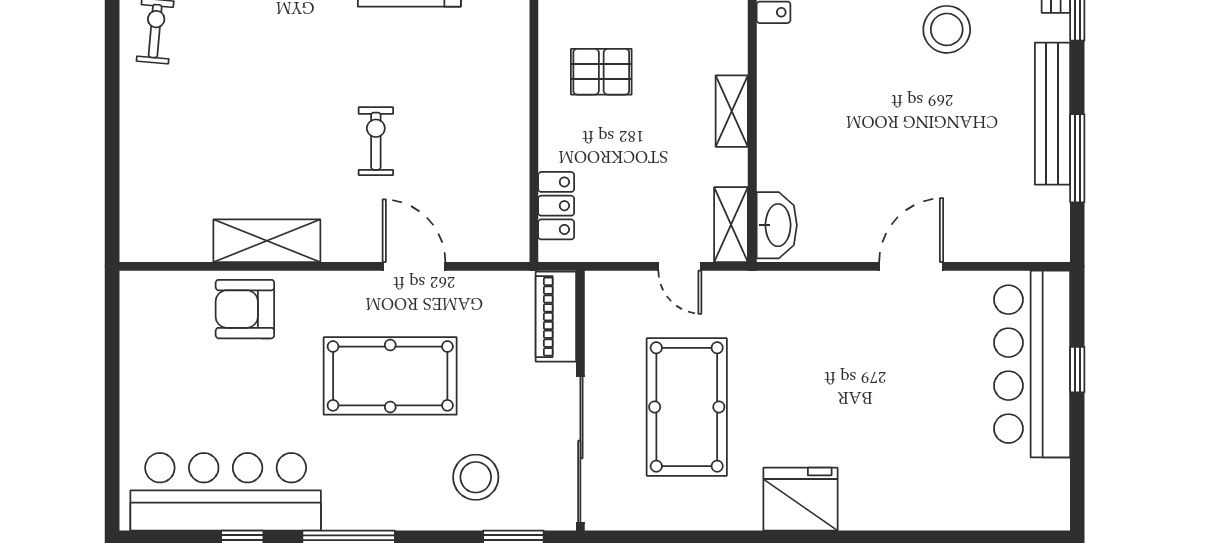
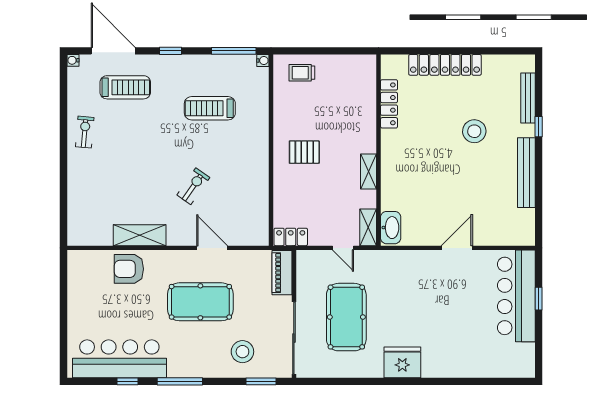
exercise bike: (376, 141) -> (193, 186), turned 35
window: (1077, 158) -> (539, 195), removed
locker: (556, 206) -> (291, 237), moved, turned -90

